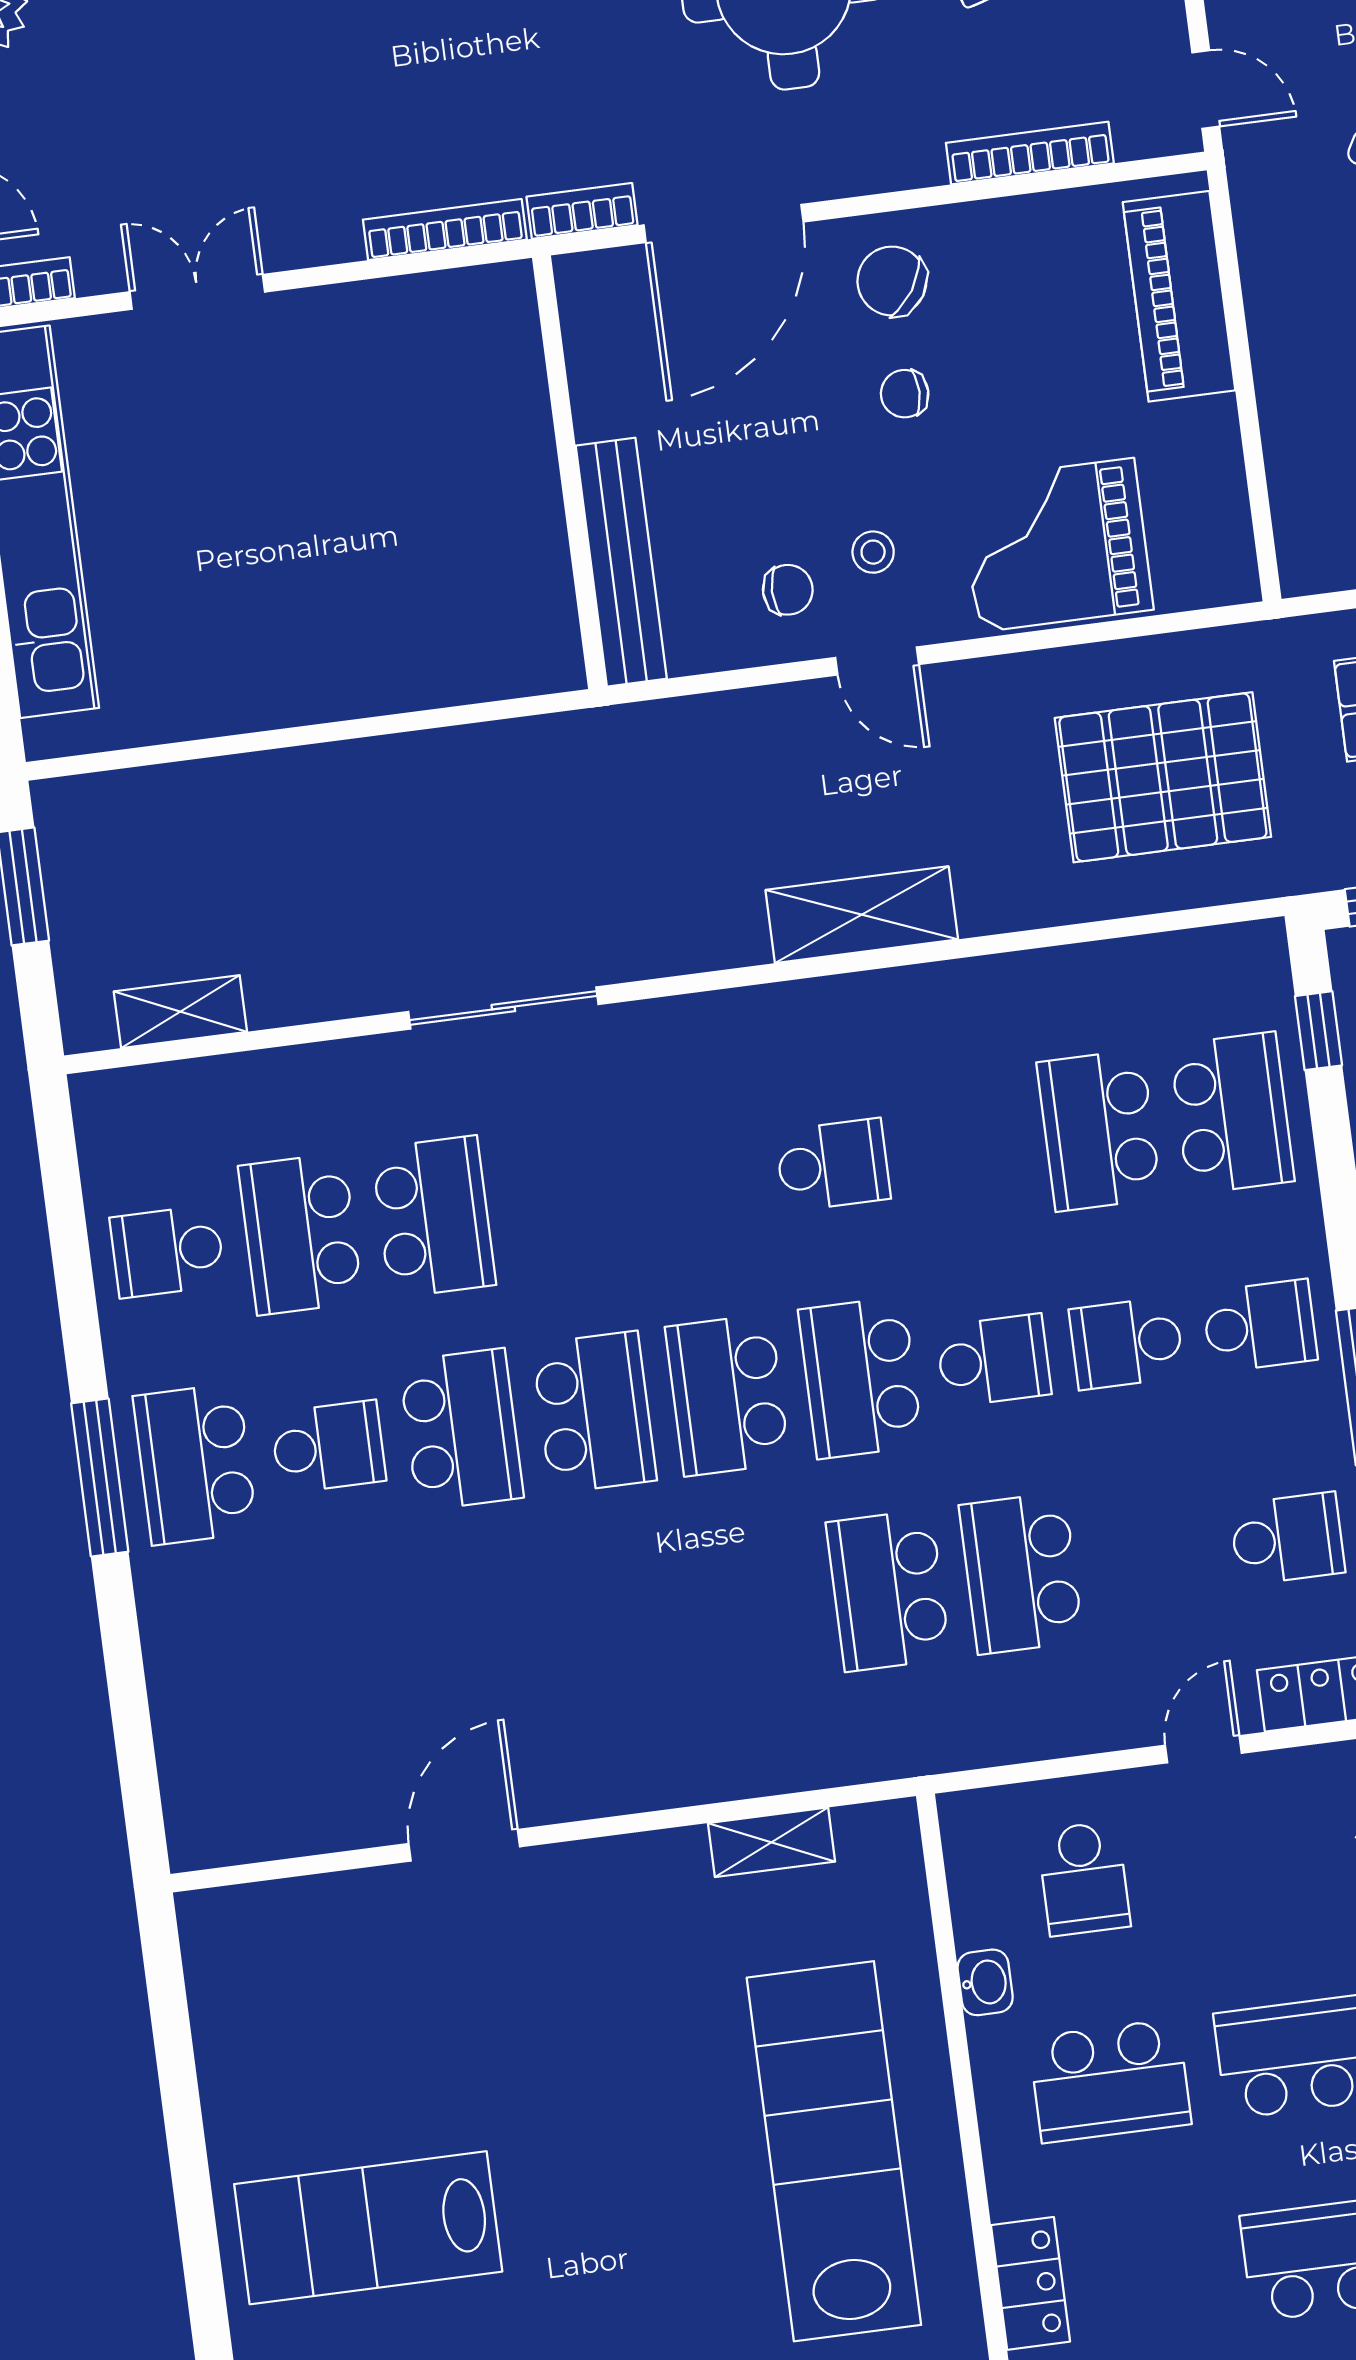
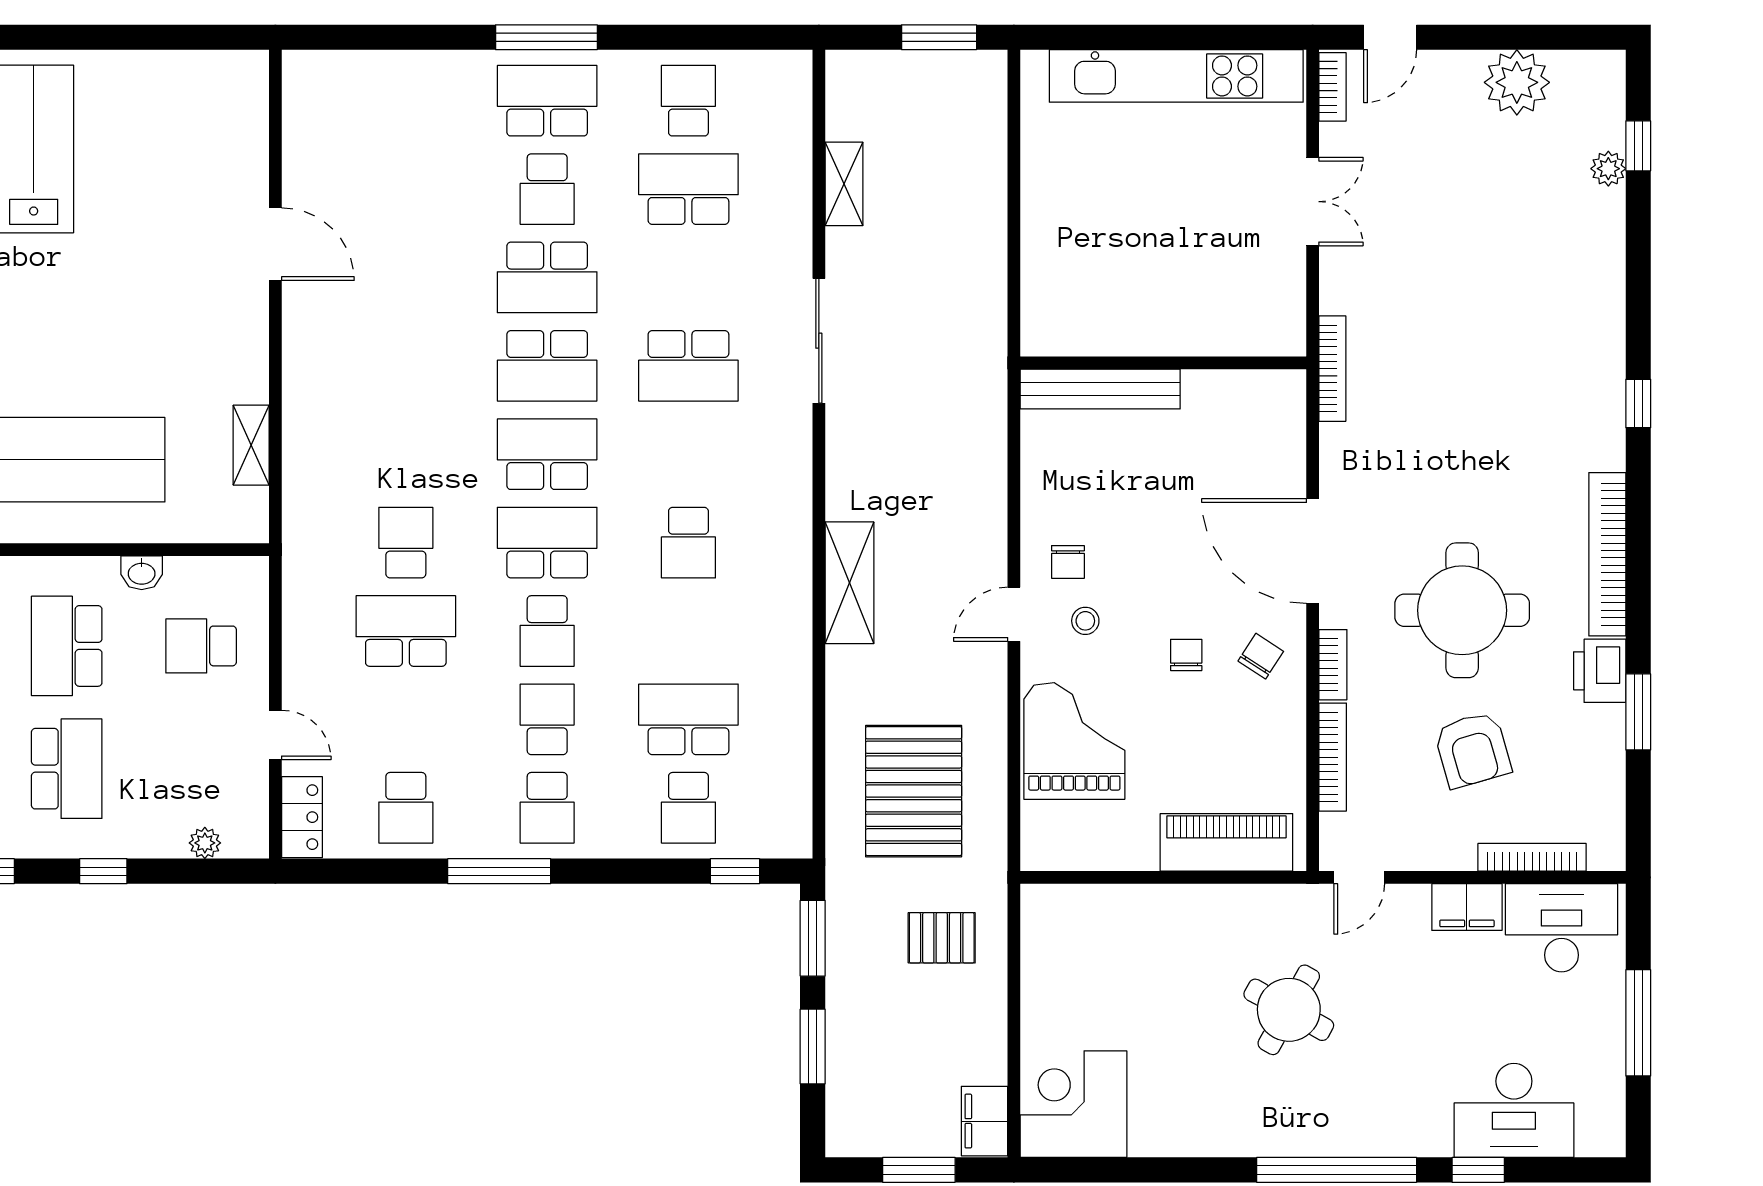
bookcase: (582, 211) -> (1333, 665), moved
chair: (892, 281) -> (1261, 656), width x0.73, depth x0.73
wall: (569, 472) -> (1163, 363), moved
bench: (621, 562) -> (1100, 389), moved
shelving: (180, 1012) -> (844, 184), moved
school desk: (1232, 1113) -> (688, 808), width x0.54
school desk: (434, 1217) -> (688, 366), moved
school desk: (888, 1590) -> (406, 543), width x0.54

